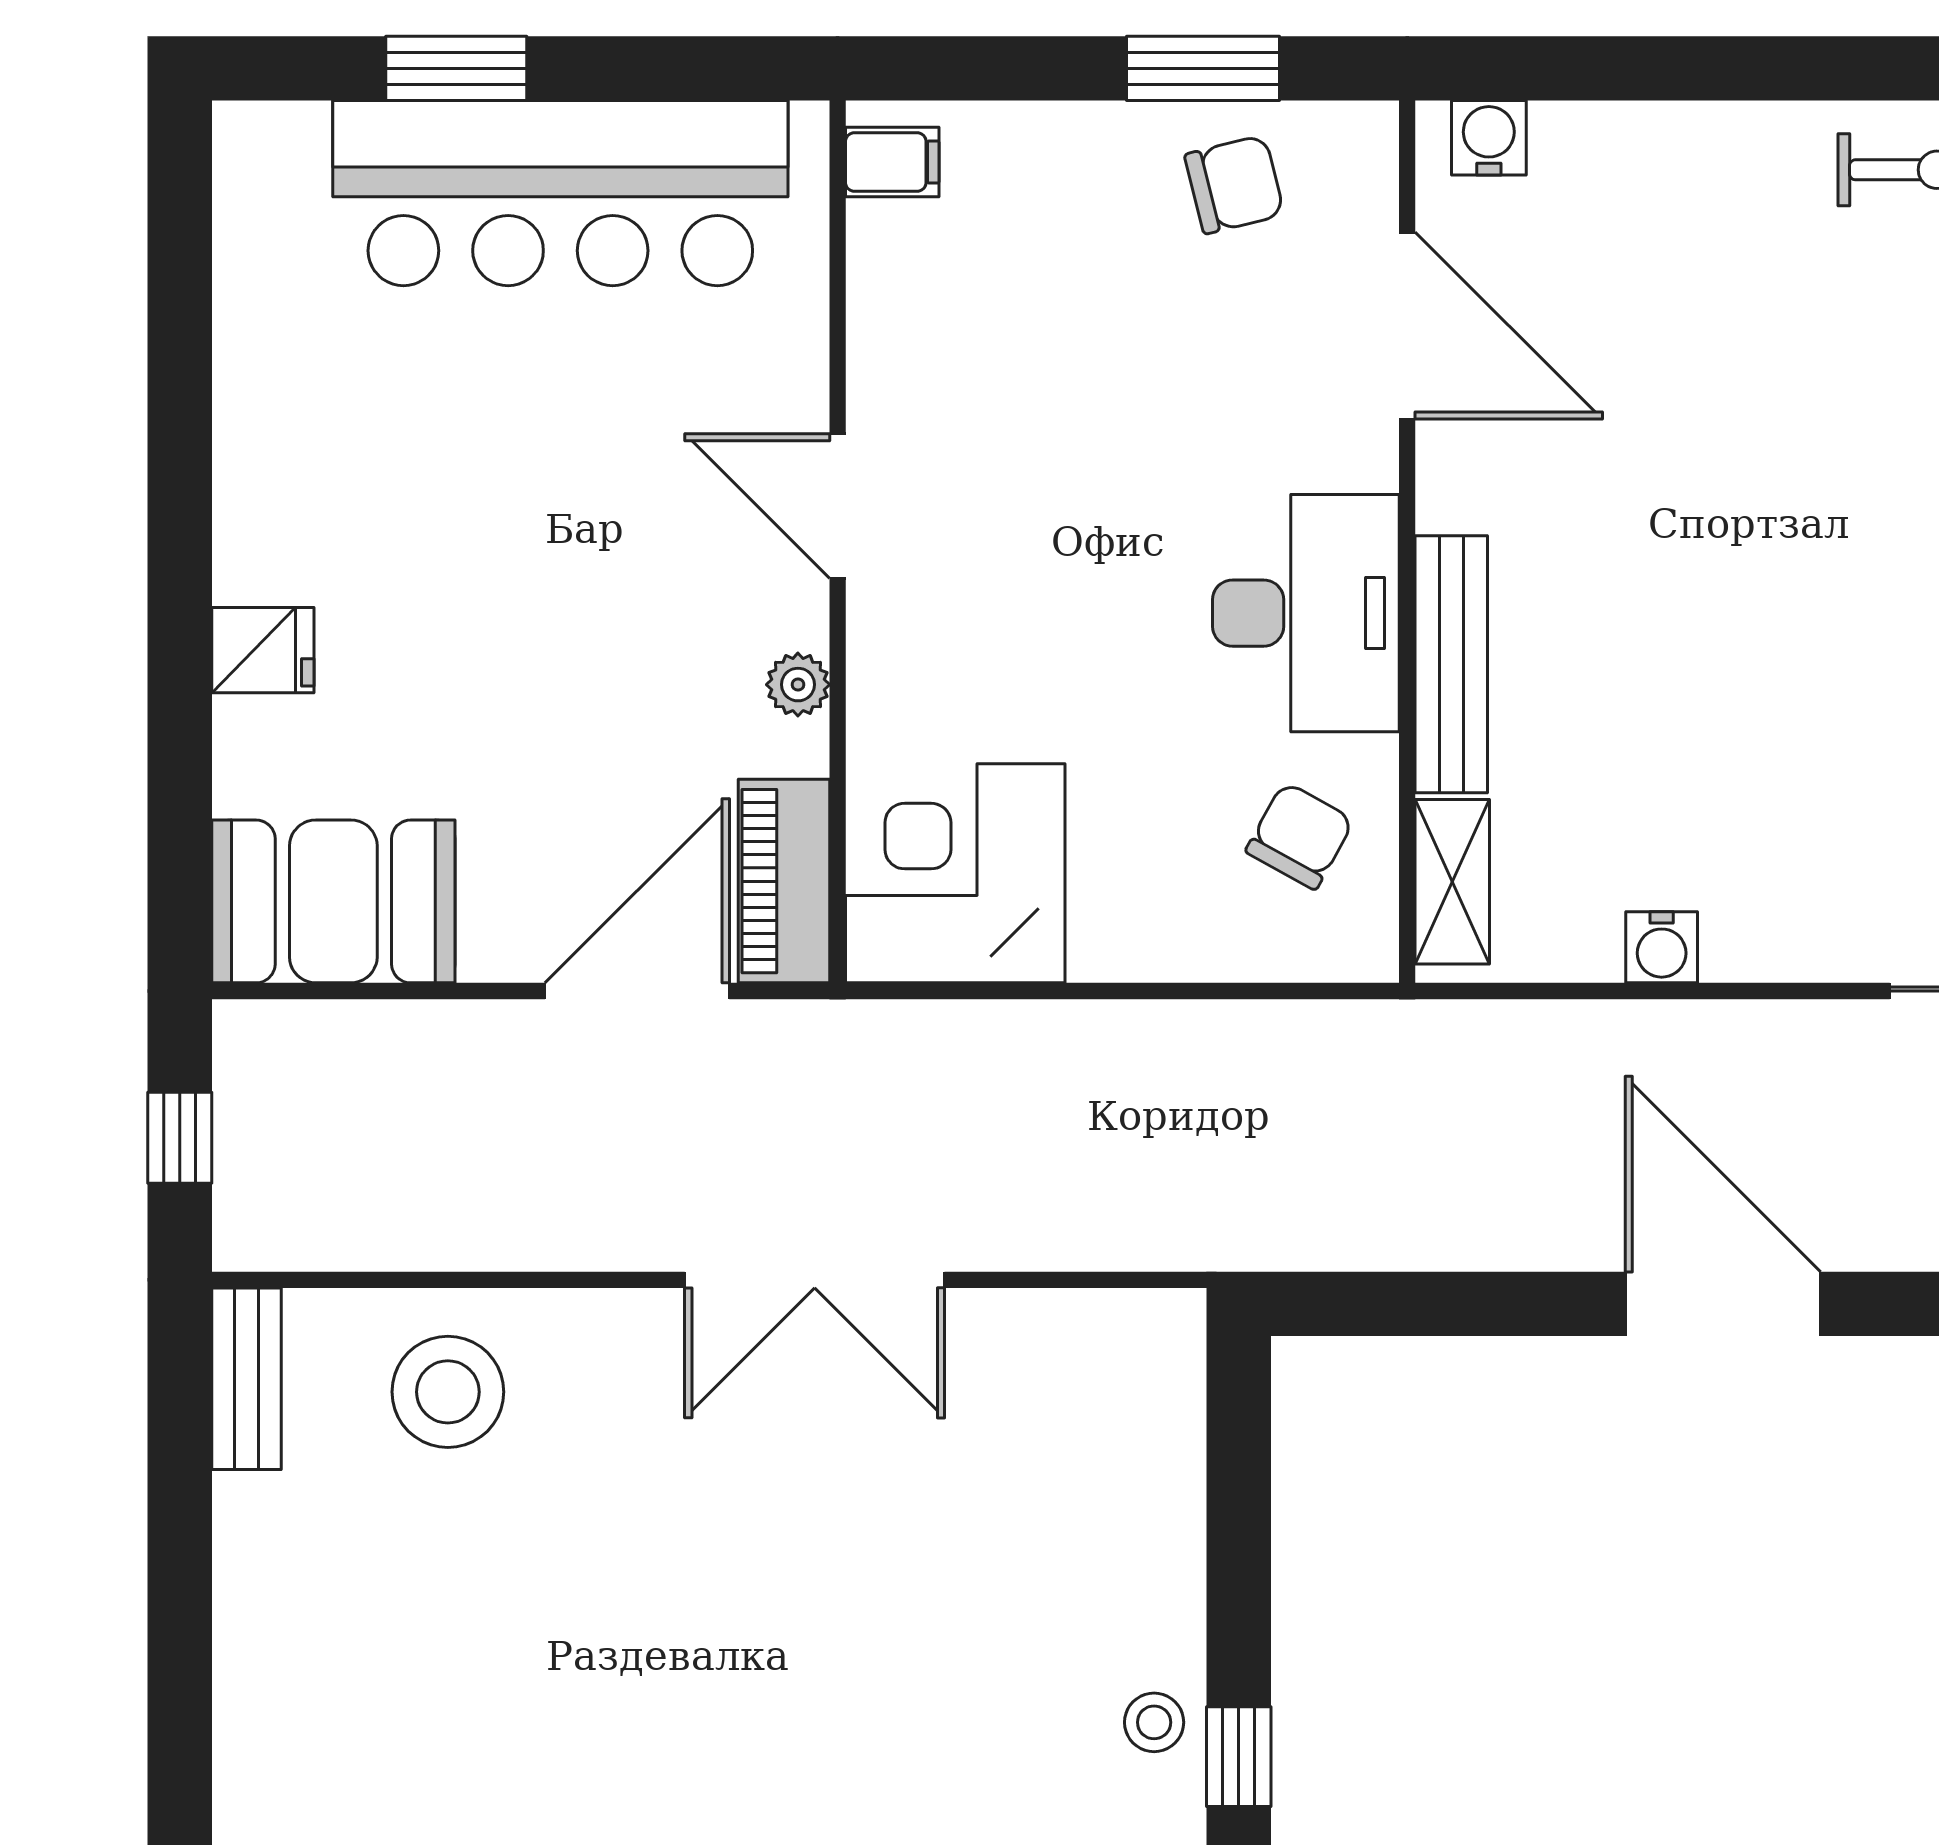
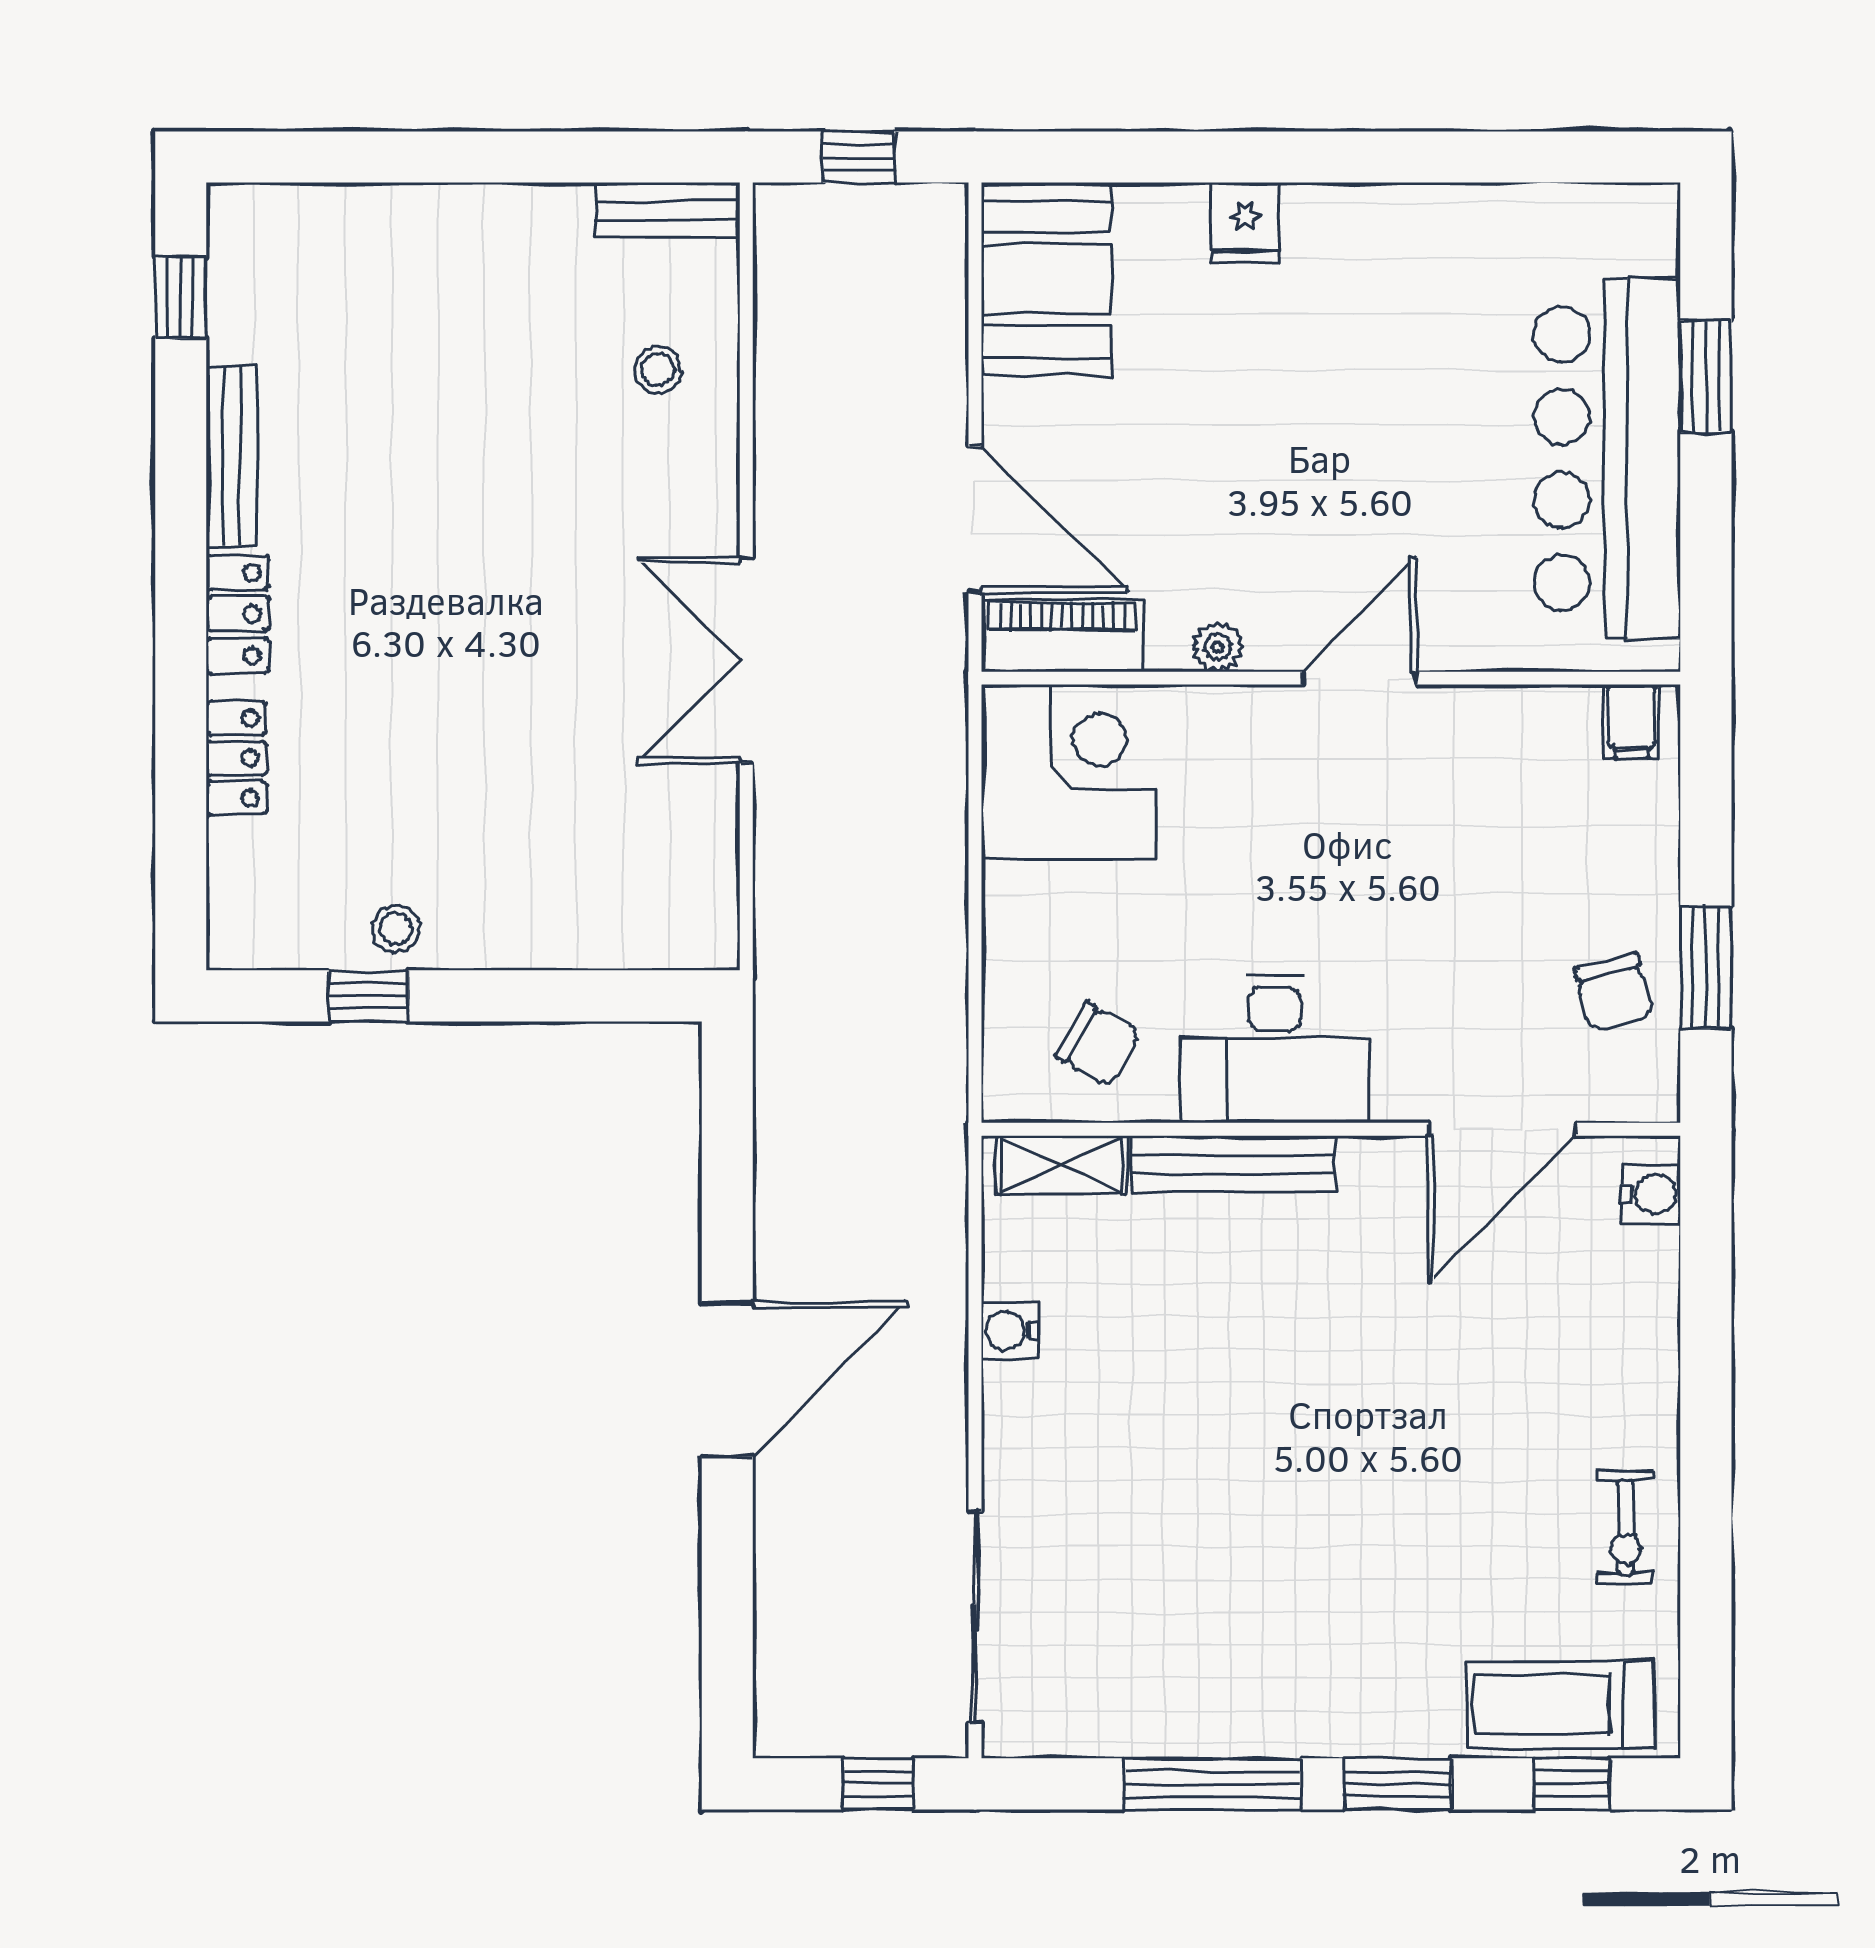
stool: (448, 1392) -> (658, 369), width x0.53, depth x0.53

